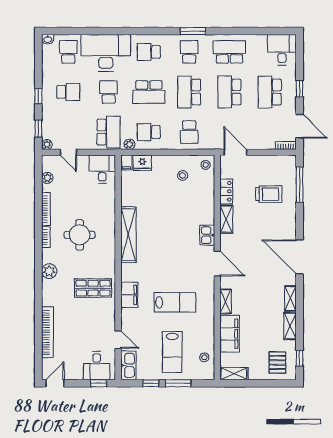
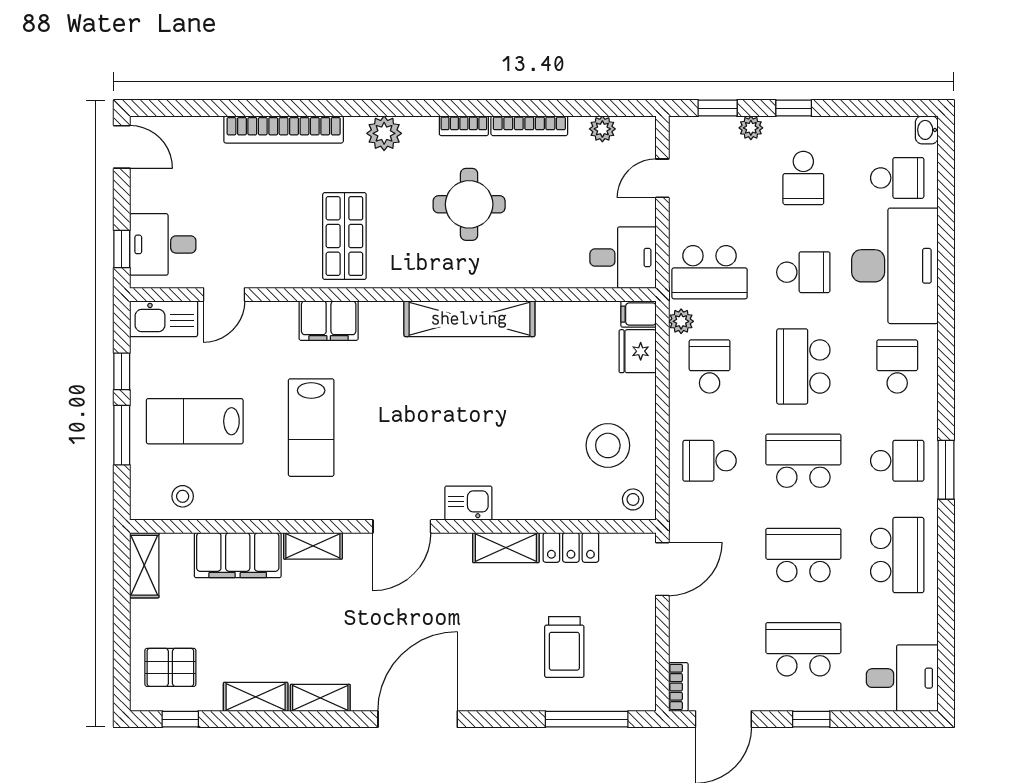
plant: (47, 144) -> (751, 128), moved
stool: (183, 176) -> (608, 445), width x1.89, depth x1.89
bookcase: (48, 332) -> (284, 129), moved

